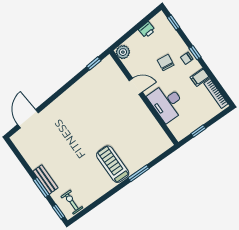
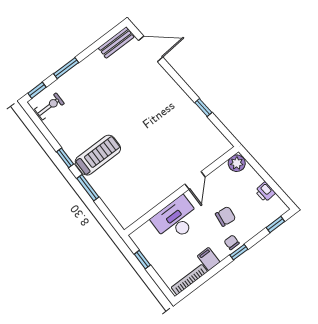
window: (94, 63) -> (203, 107), moved
bench: (45, 180) -> (116, 42), moved
window: (114, 191) -> (65, 158), added

